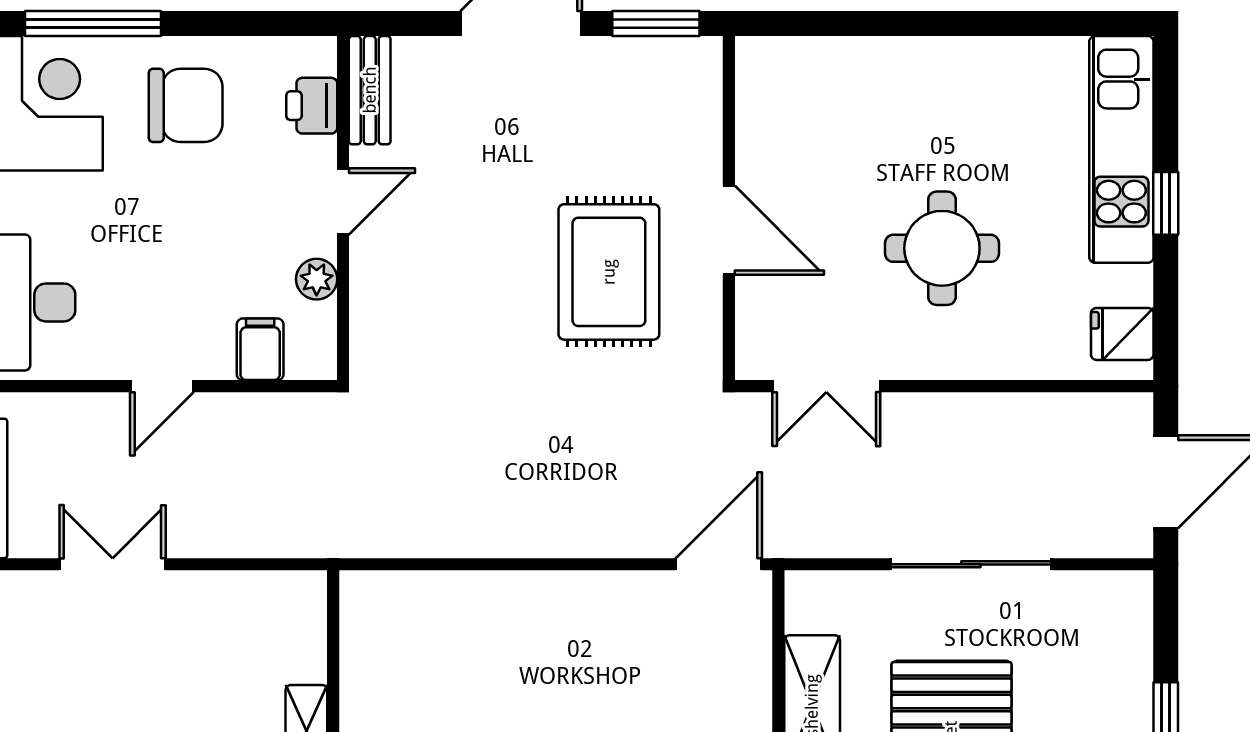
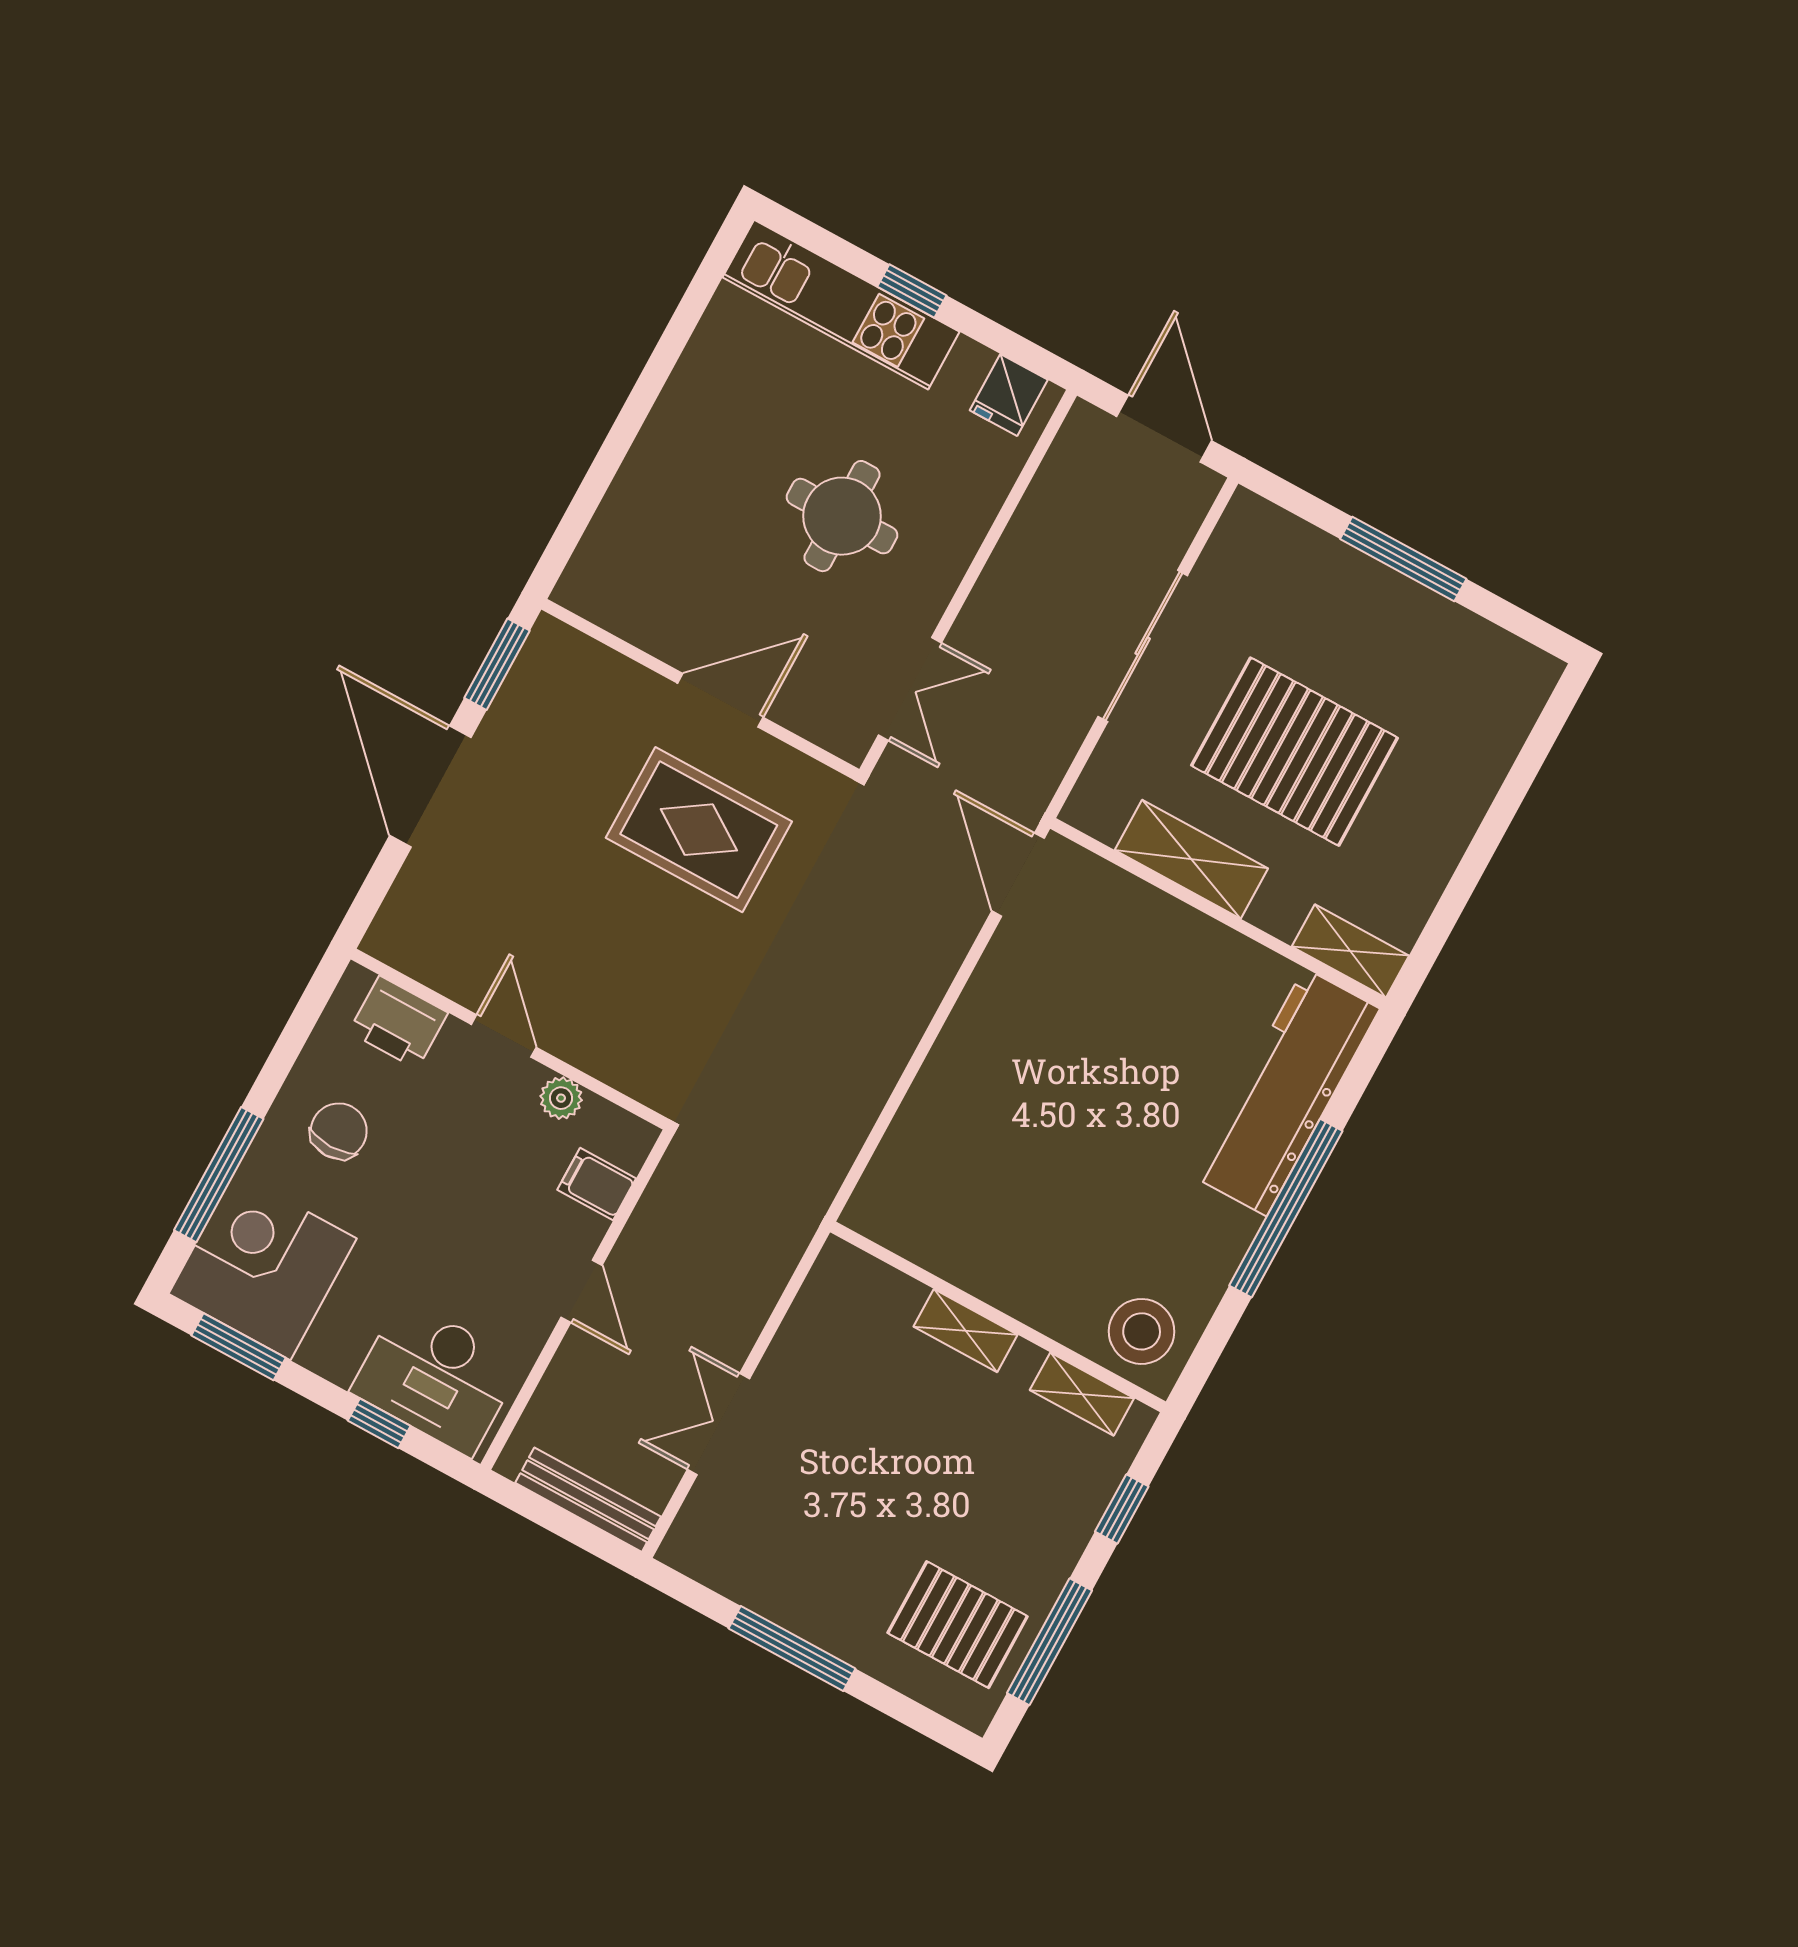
bench: (370, 90) -> (416, 957), removed
chair: (186, 105) -> (339, 1131), width x0.73, depth x0.73
printer: (312, 106) -> (398, 1022), width x1.36, depth x1.24

